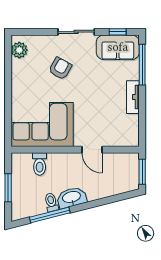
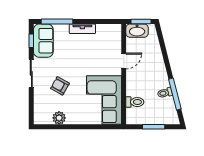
plant: (19, 50) -> (59, 118), moved
washbasin: (72, 197) -> (137, 31), moved, turned -76

